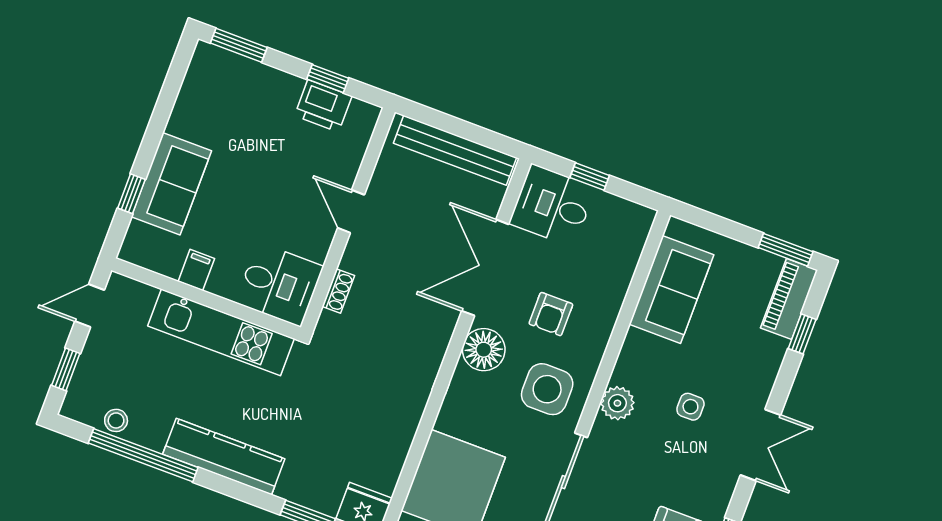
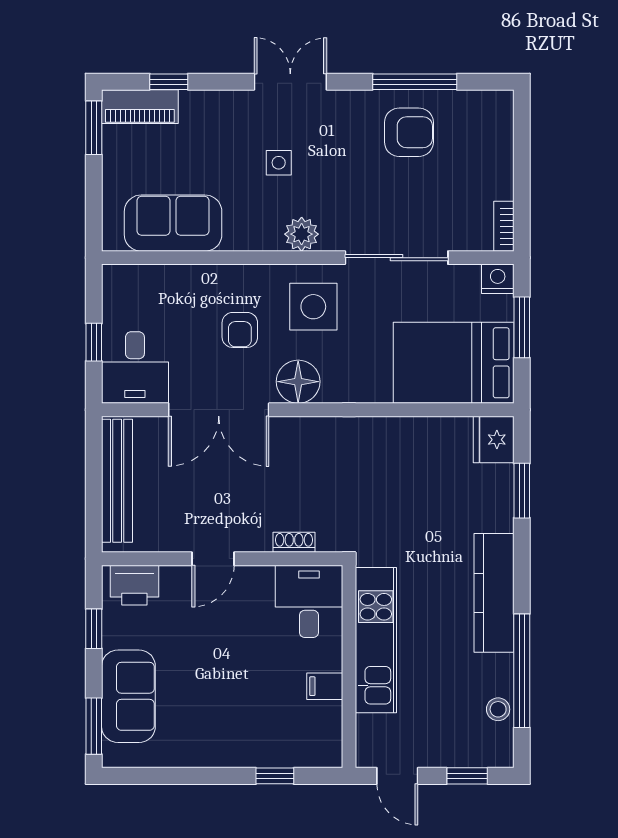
printer: (323, 106) -> (134, 585), moved, turned 90
sofa: (171, 184) -> (128, 696), moved, turned 90
armchair: (551, 314) -> (240, 330), turned 90

